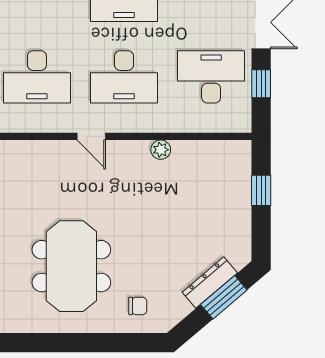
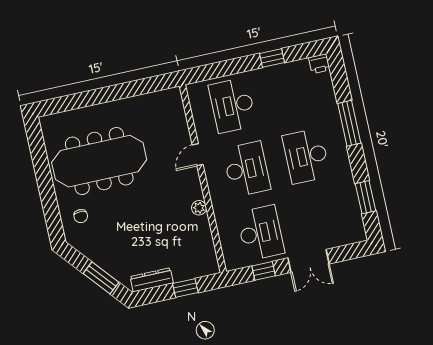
desk: (124, 77) -> (247, 169), turned 180
meeting table: (71, 266) -> (99, 161), width x1.36
dresser: (210, 283) -> (152, 280), moved, turned -50

